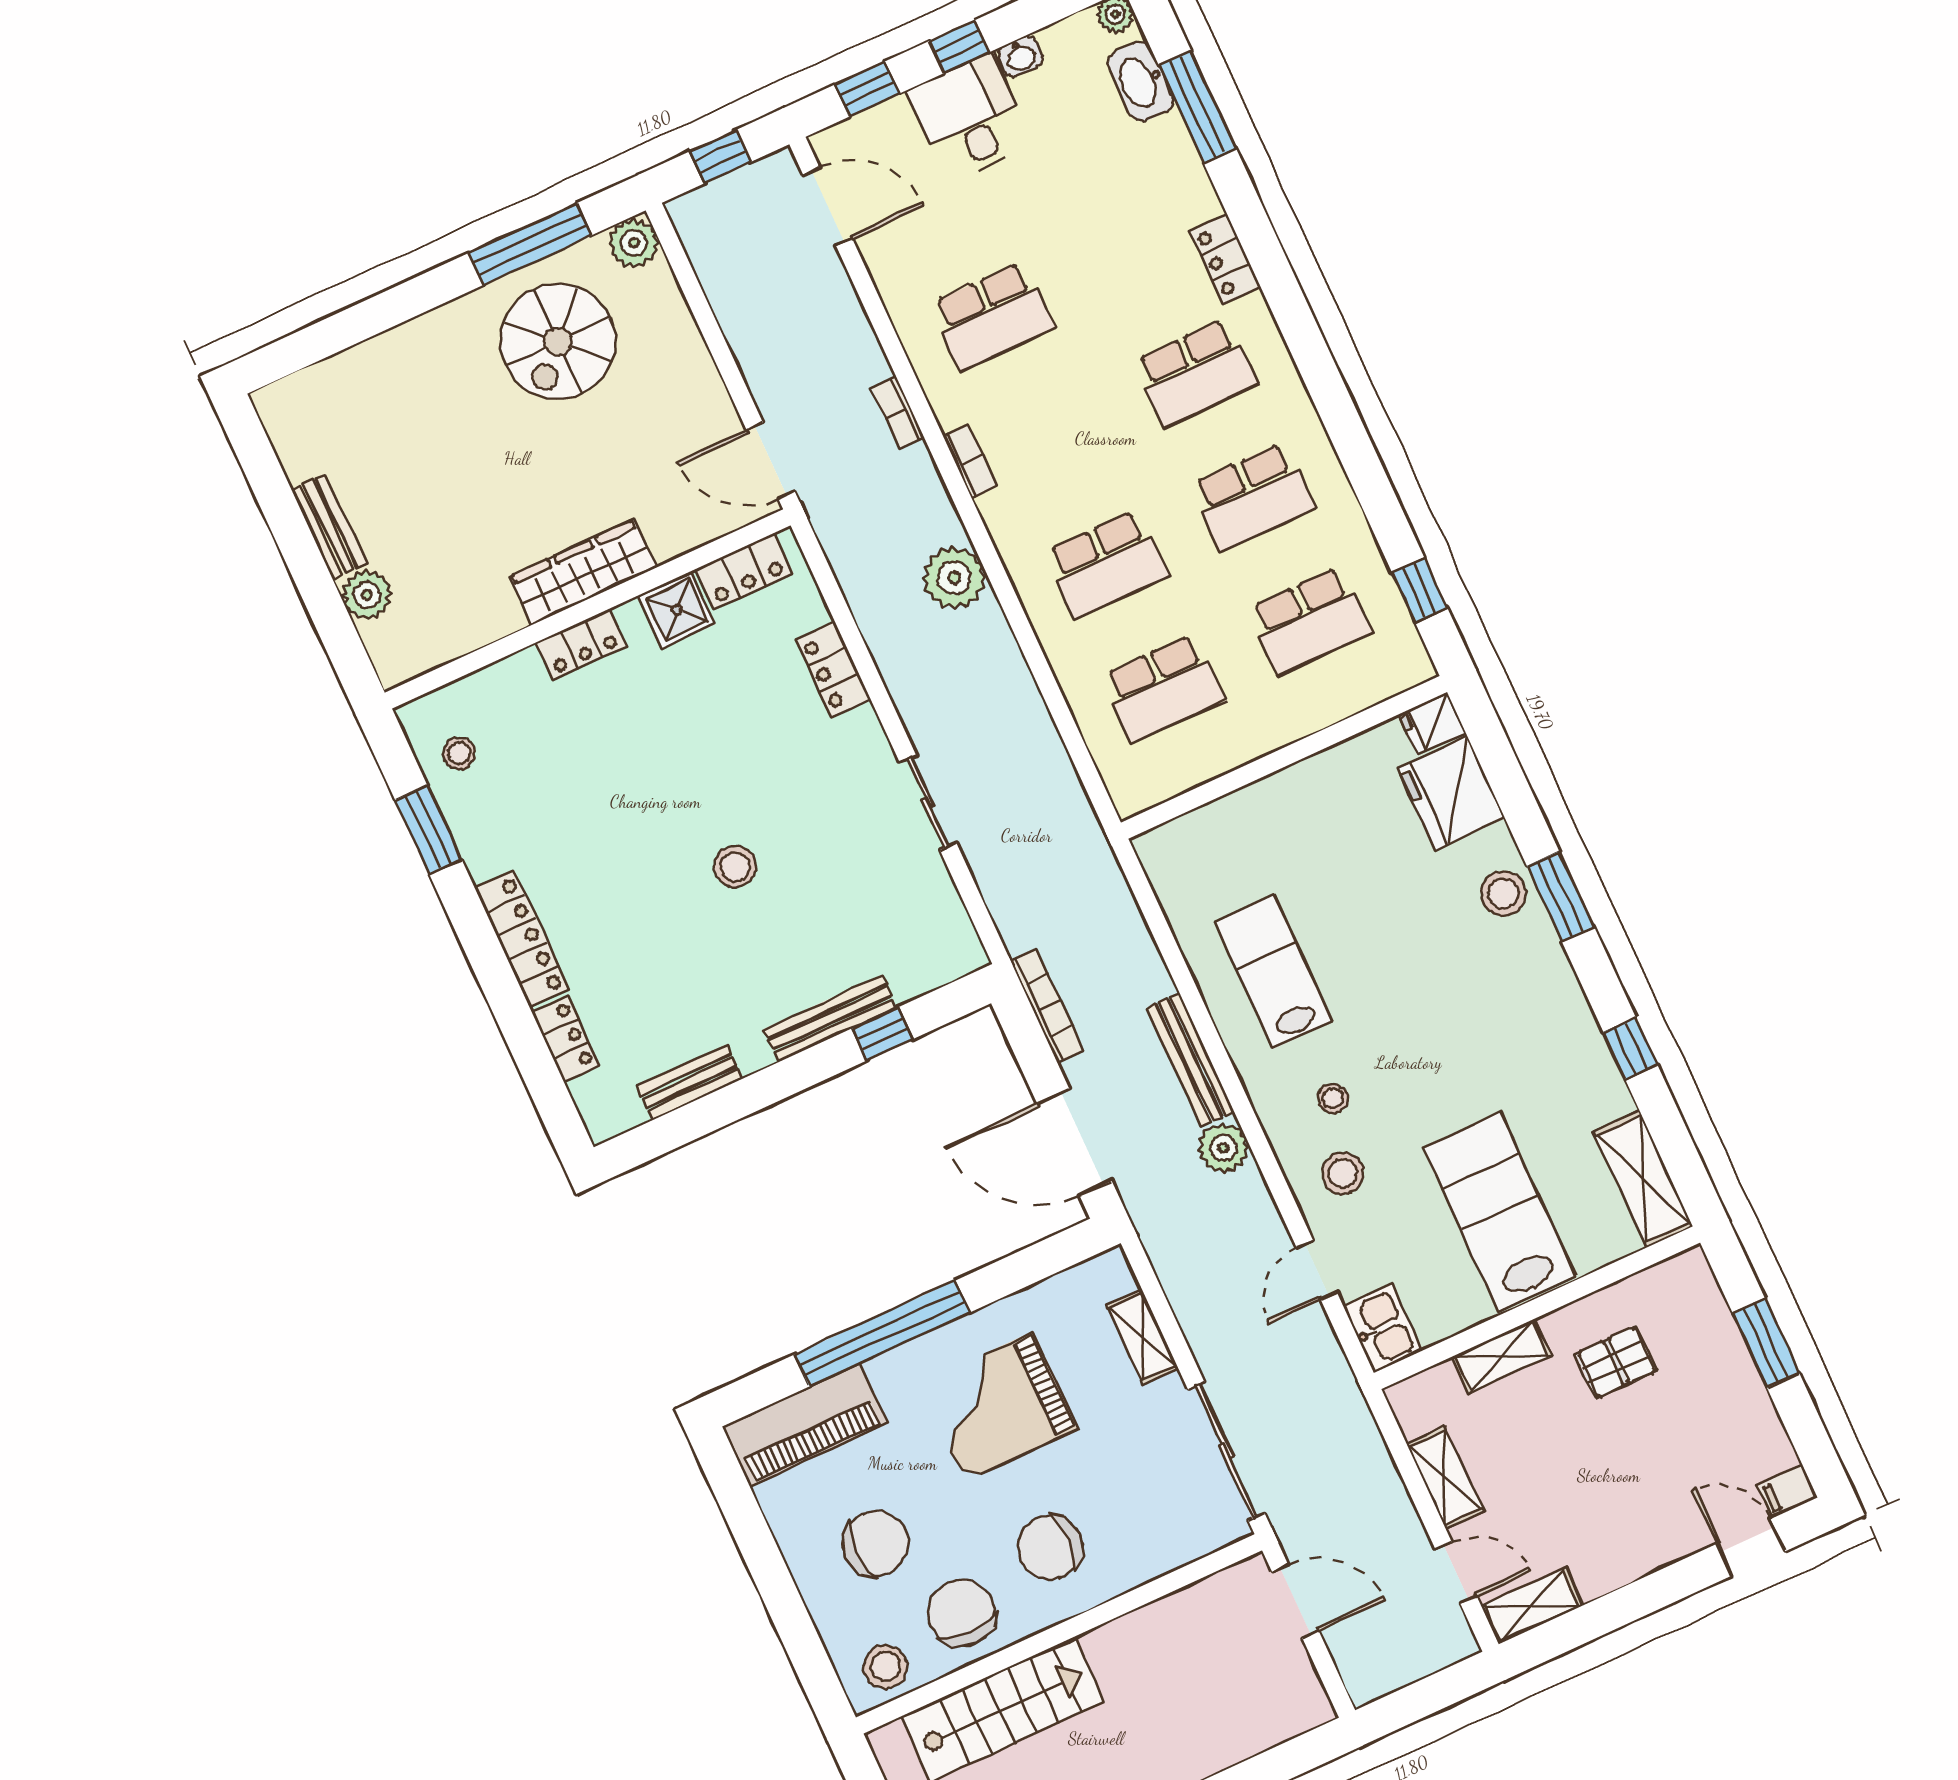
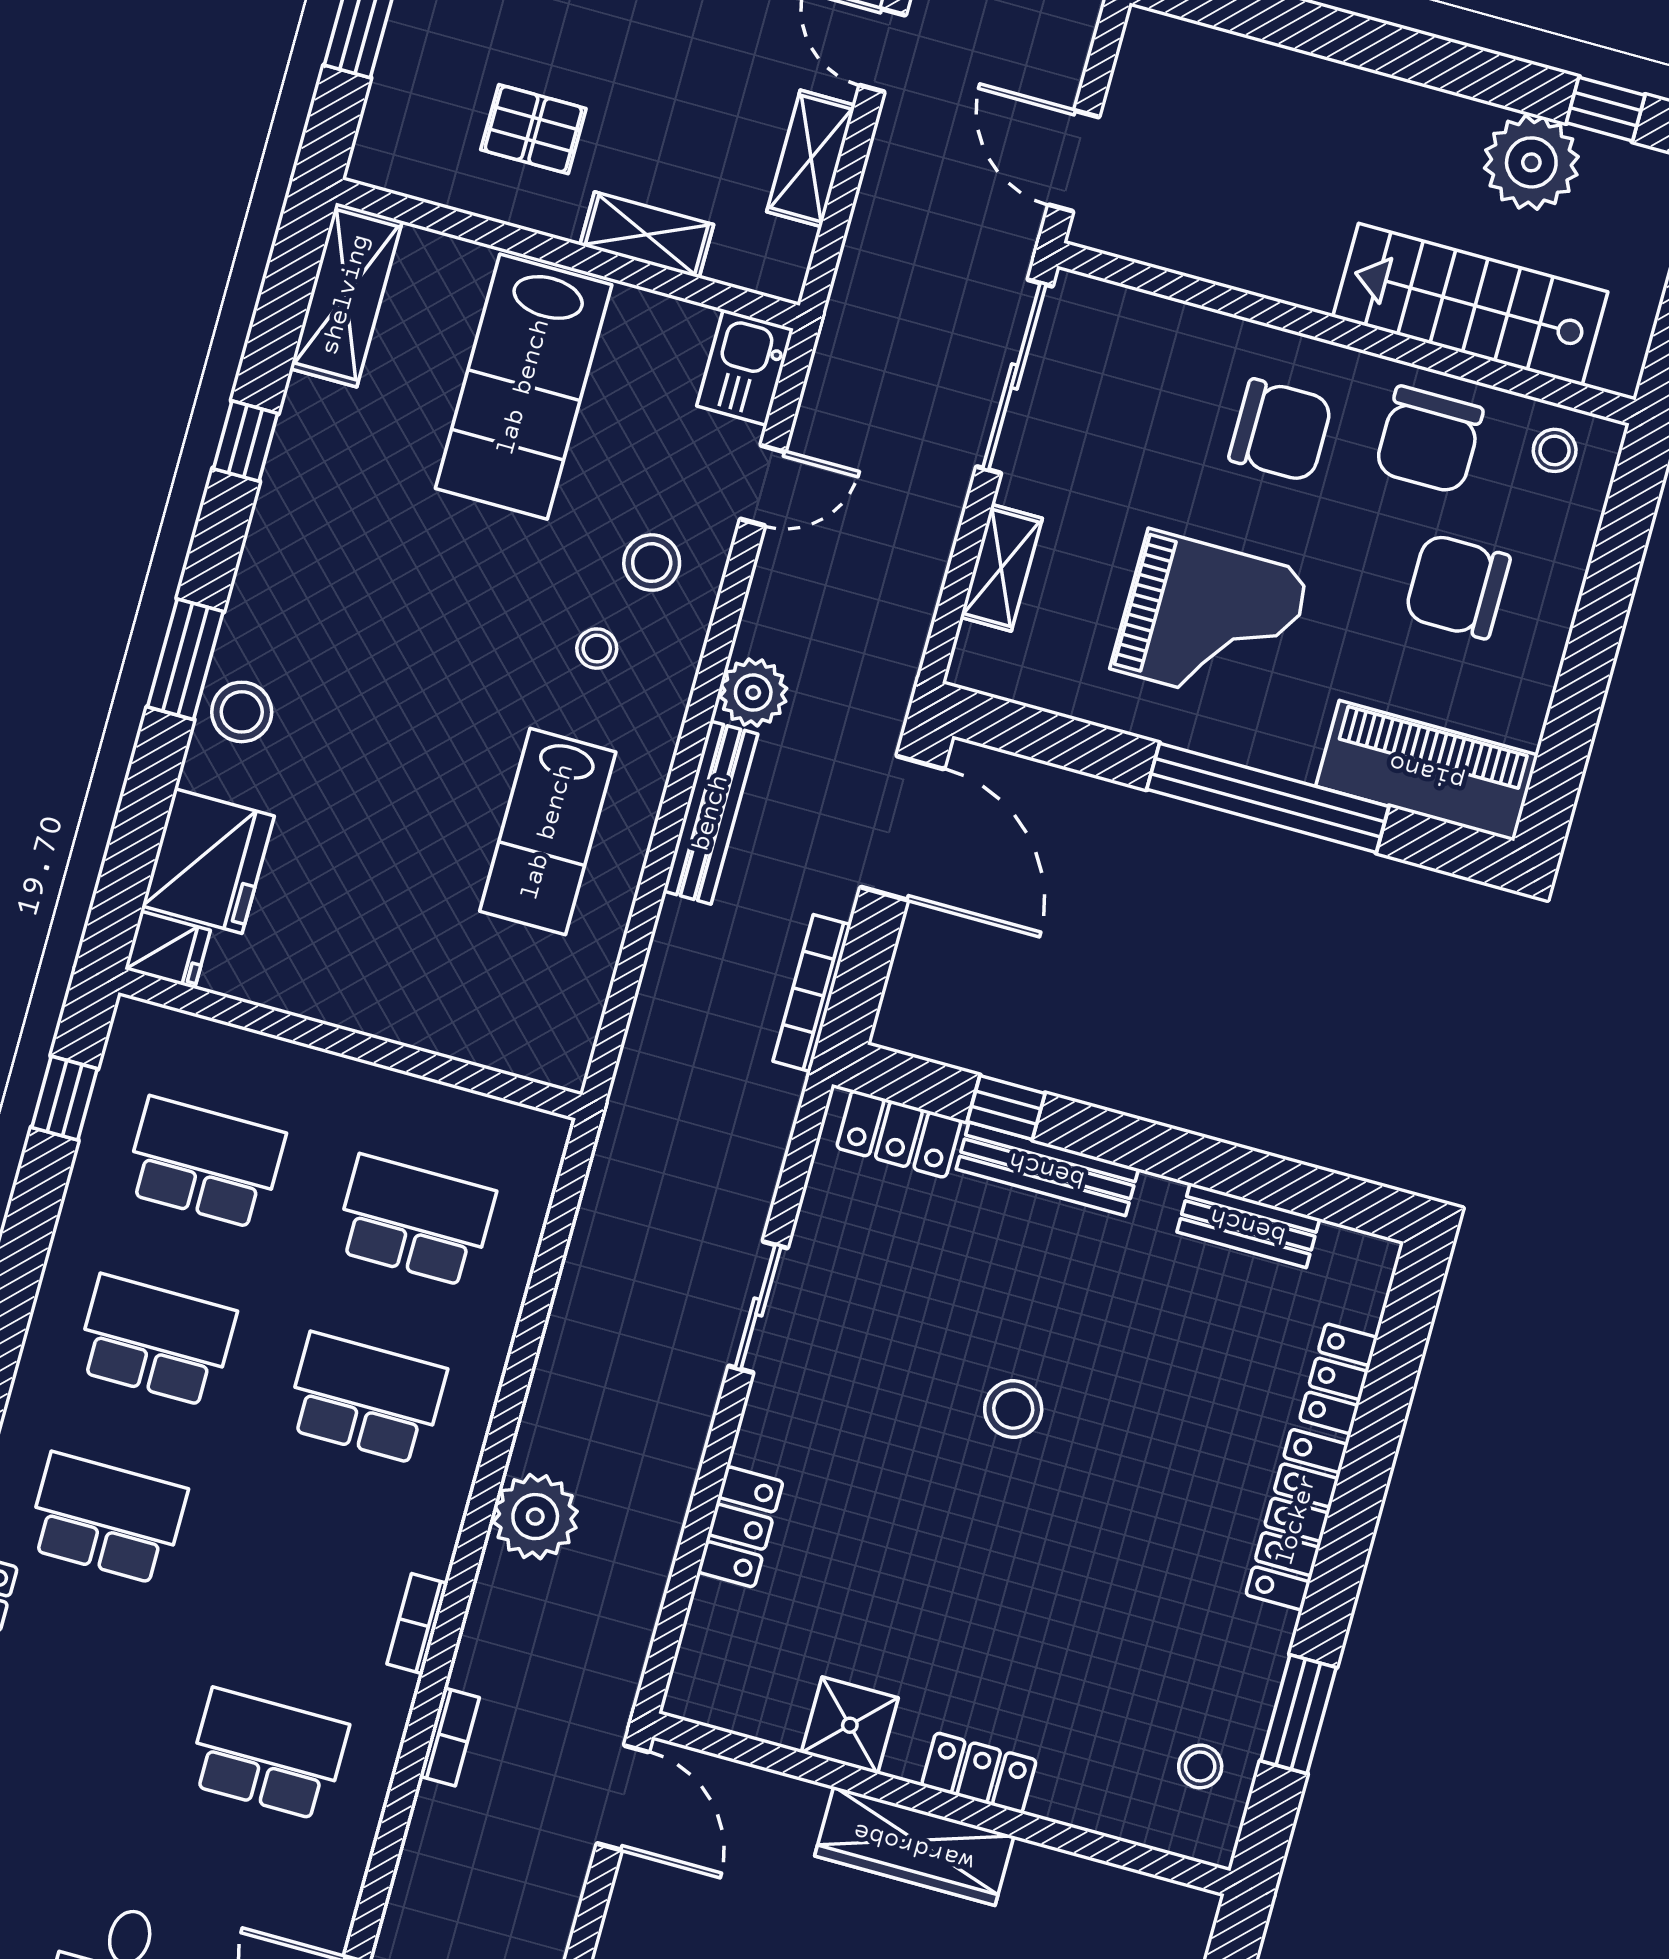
locker: (744, 571) -> (899, 1134), moved, turned 180
stool: (885, 1667) -> (1555, 450), width x0.73, depth x0.73

